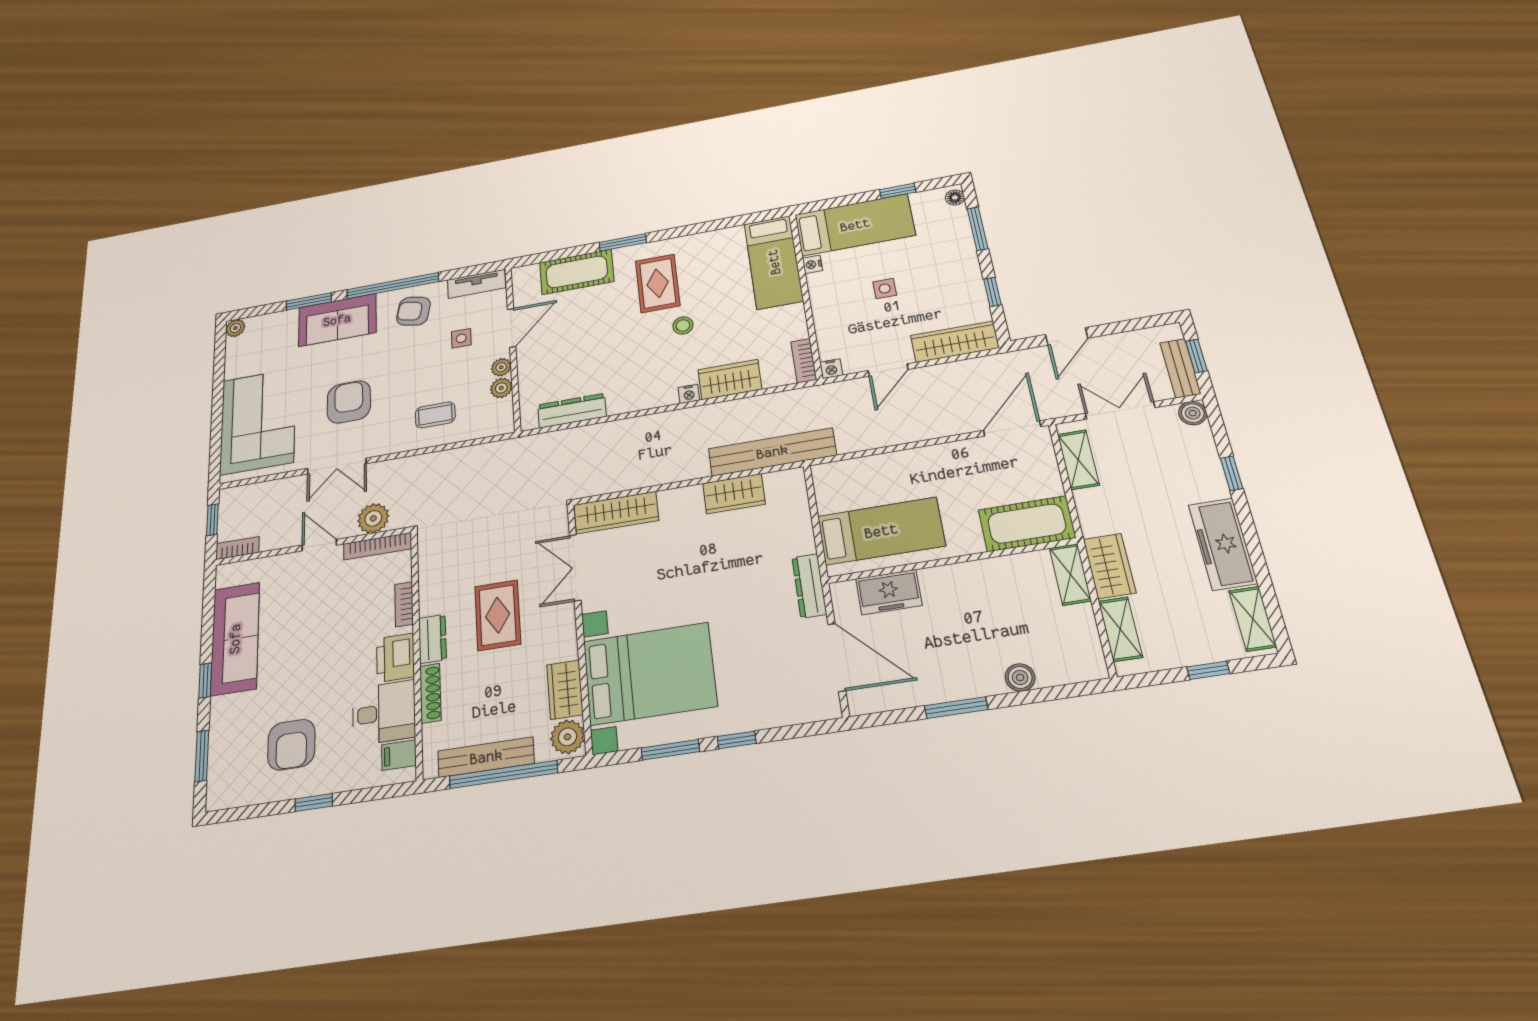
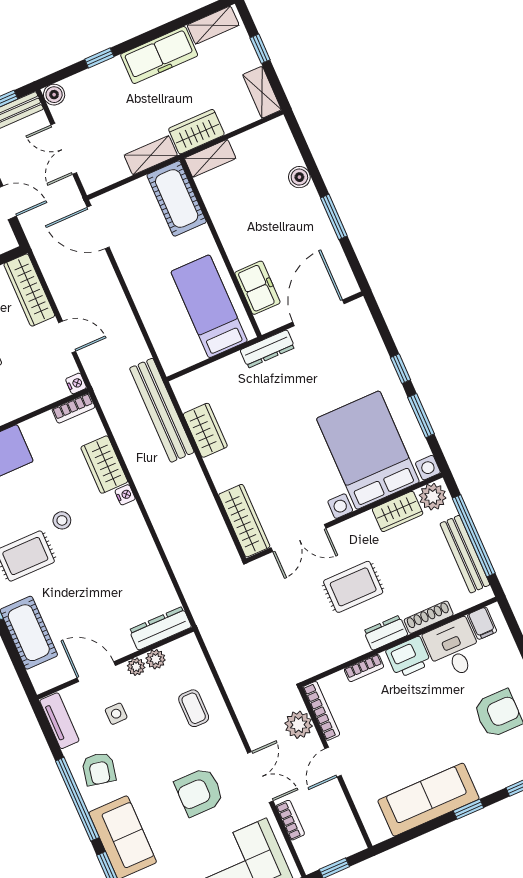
dresser: (572, 411) -> (160, 628), moved, turned 90
shelving: (1078, 460) -> (151, 155), moved
bookcase: (237, 548) -> (290, 820), moved, turned 180
shelving: (1120, 629) -> (262, 92), moved, turned 90

